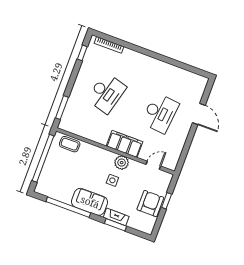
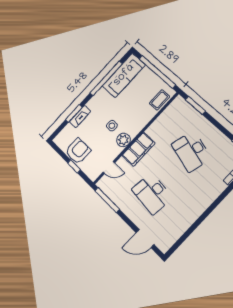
door: (199, 114) -> (145, 239), moved
window: (184, 153) -> (107, 200), added
door: (153, 165) -> (109, 167), hinge flipped
sofa: (90, 202) -> (124, 75), moved, width x1.36
armchair: (150, 204) -> (78, 151), turned -90

